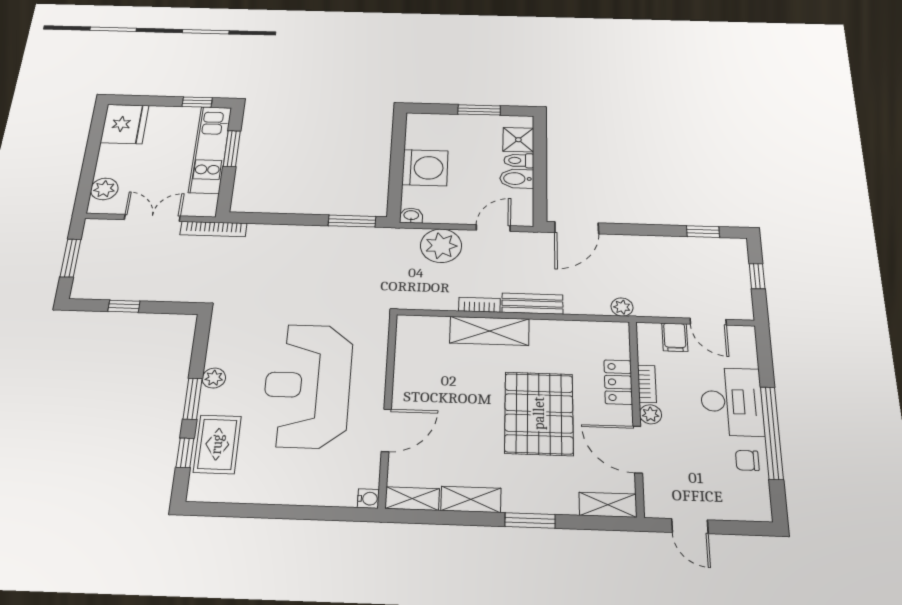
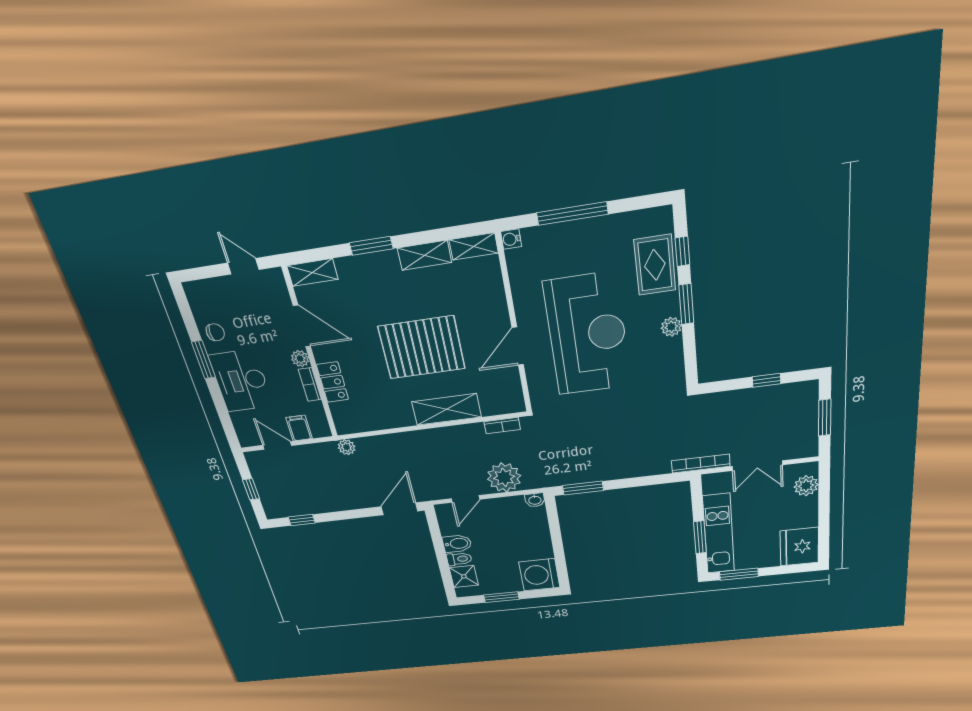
window: (197, 102) -> (739, 574), width x1.50
washing machine: (425, 168) -> (539, 575), moved
bench: (532, 304) -> (418, 439), removed
bookcase: (479, 305) -> (502, 426), moved
pallet: (539, 413) -> (422, 348), moved, turned 90
door: (386, 430) -> (518, 346), moved
window: (772, 433) -> (203, 360), width x0.47
window: (294, 512) -> (572, 213), added

